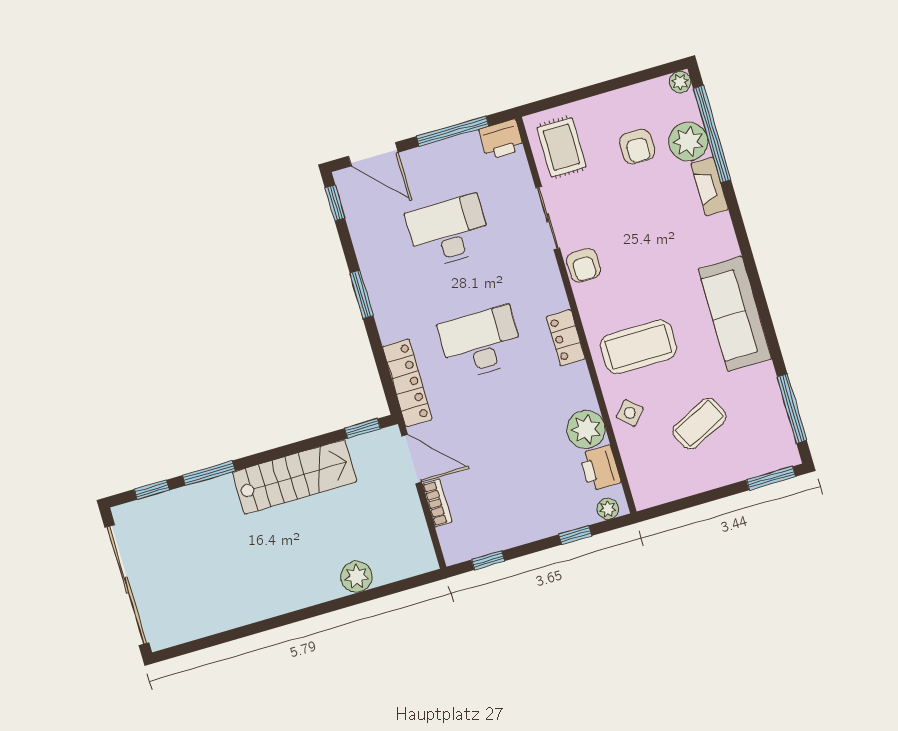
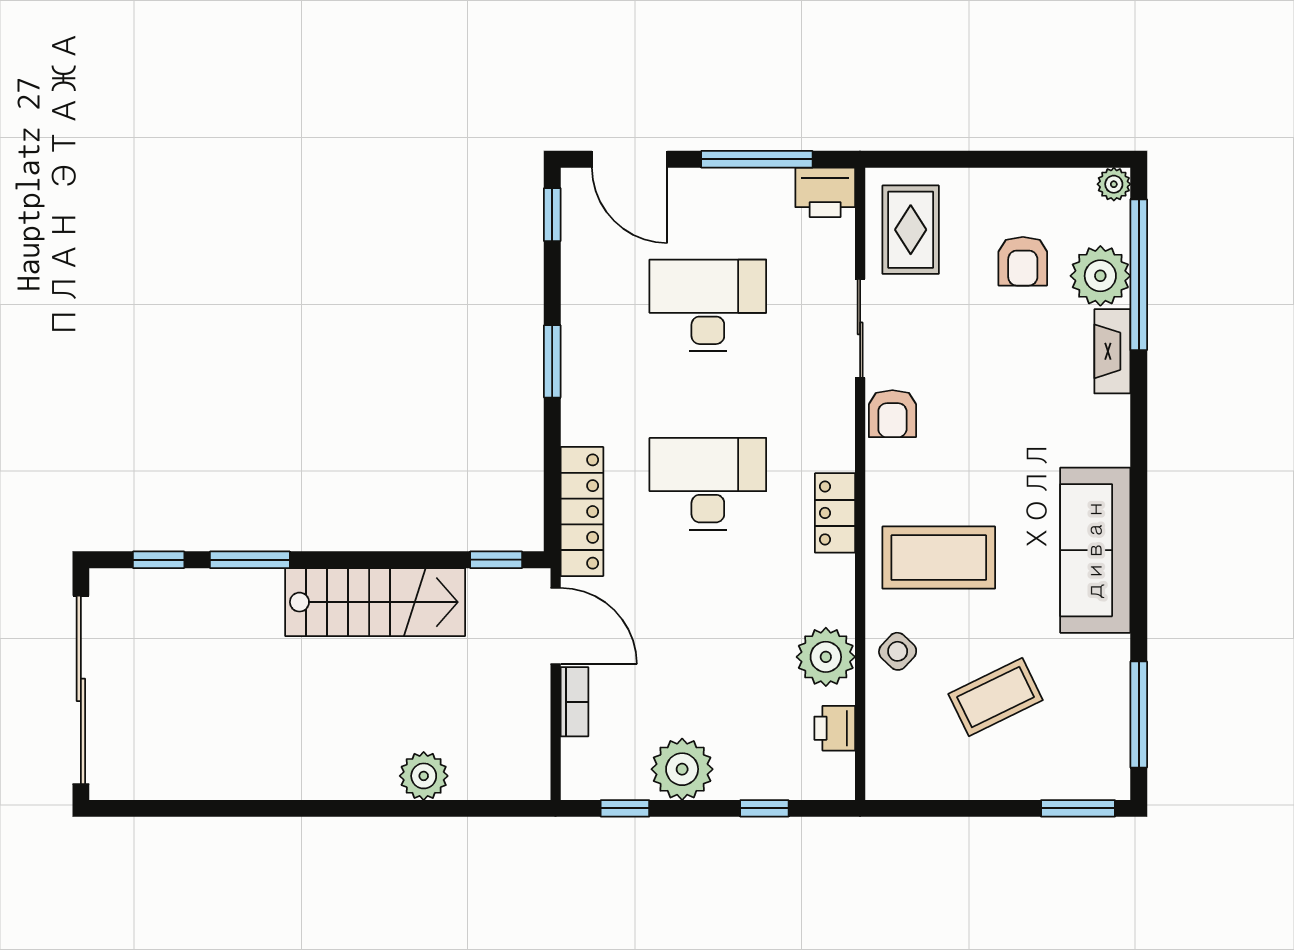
printer: (600, 468) -> (835, 728), width x0.73, depth x0.81
plant: (608, 509) -> (682, 769), moved, width x1.87, depth x1.87

